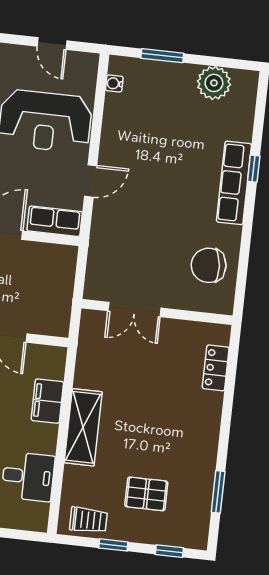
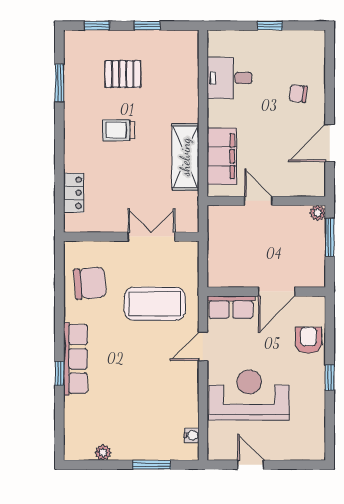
plant: (214, 83) -> (103, 452), width x0.53, depth x0.53
coffee table: (139, 234) -> (155, 304), added
filing cabinet: (47, 401) -> (222, 156), width x1.50, depth x1.17
shelving: (83, 427) -> (185, 157), moved
trolley: (88, 520) -> (118, 130), moved

